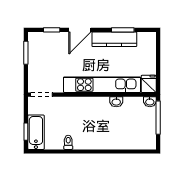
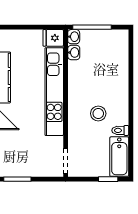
washbasin: (116, 102) -> (74, 52), moved
stool: (83, 123) -> (98, 114), added
bathtub: (36, 132) -> (119, 157), moved, turned -90

